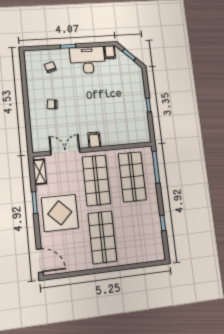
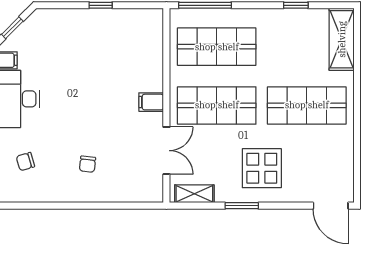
double door: (65, 152) -> (166, 151), swing flipped
display table: (60, 213) -> (262, 168), width x0.73, depth x0.73
shelving: (146, 255) -> (342, 39), added
door: (40, 261) -> (331, 206), swing flipped

